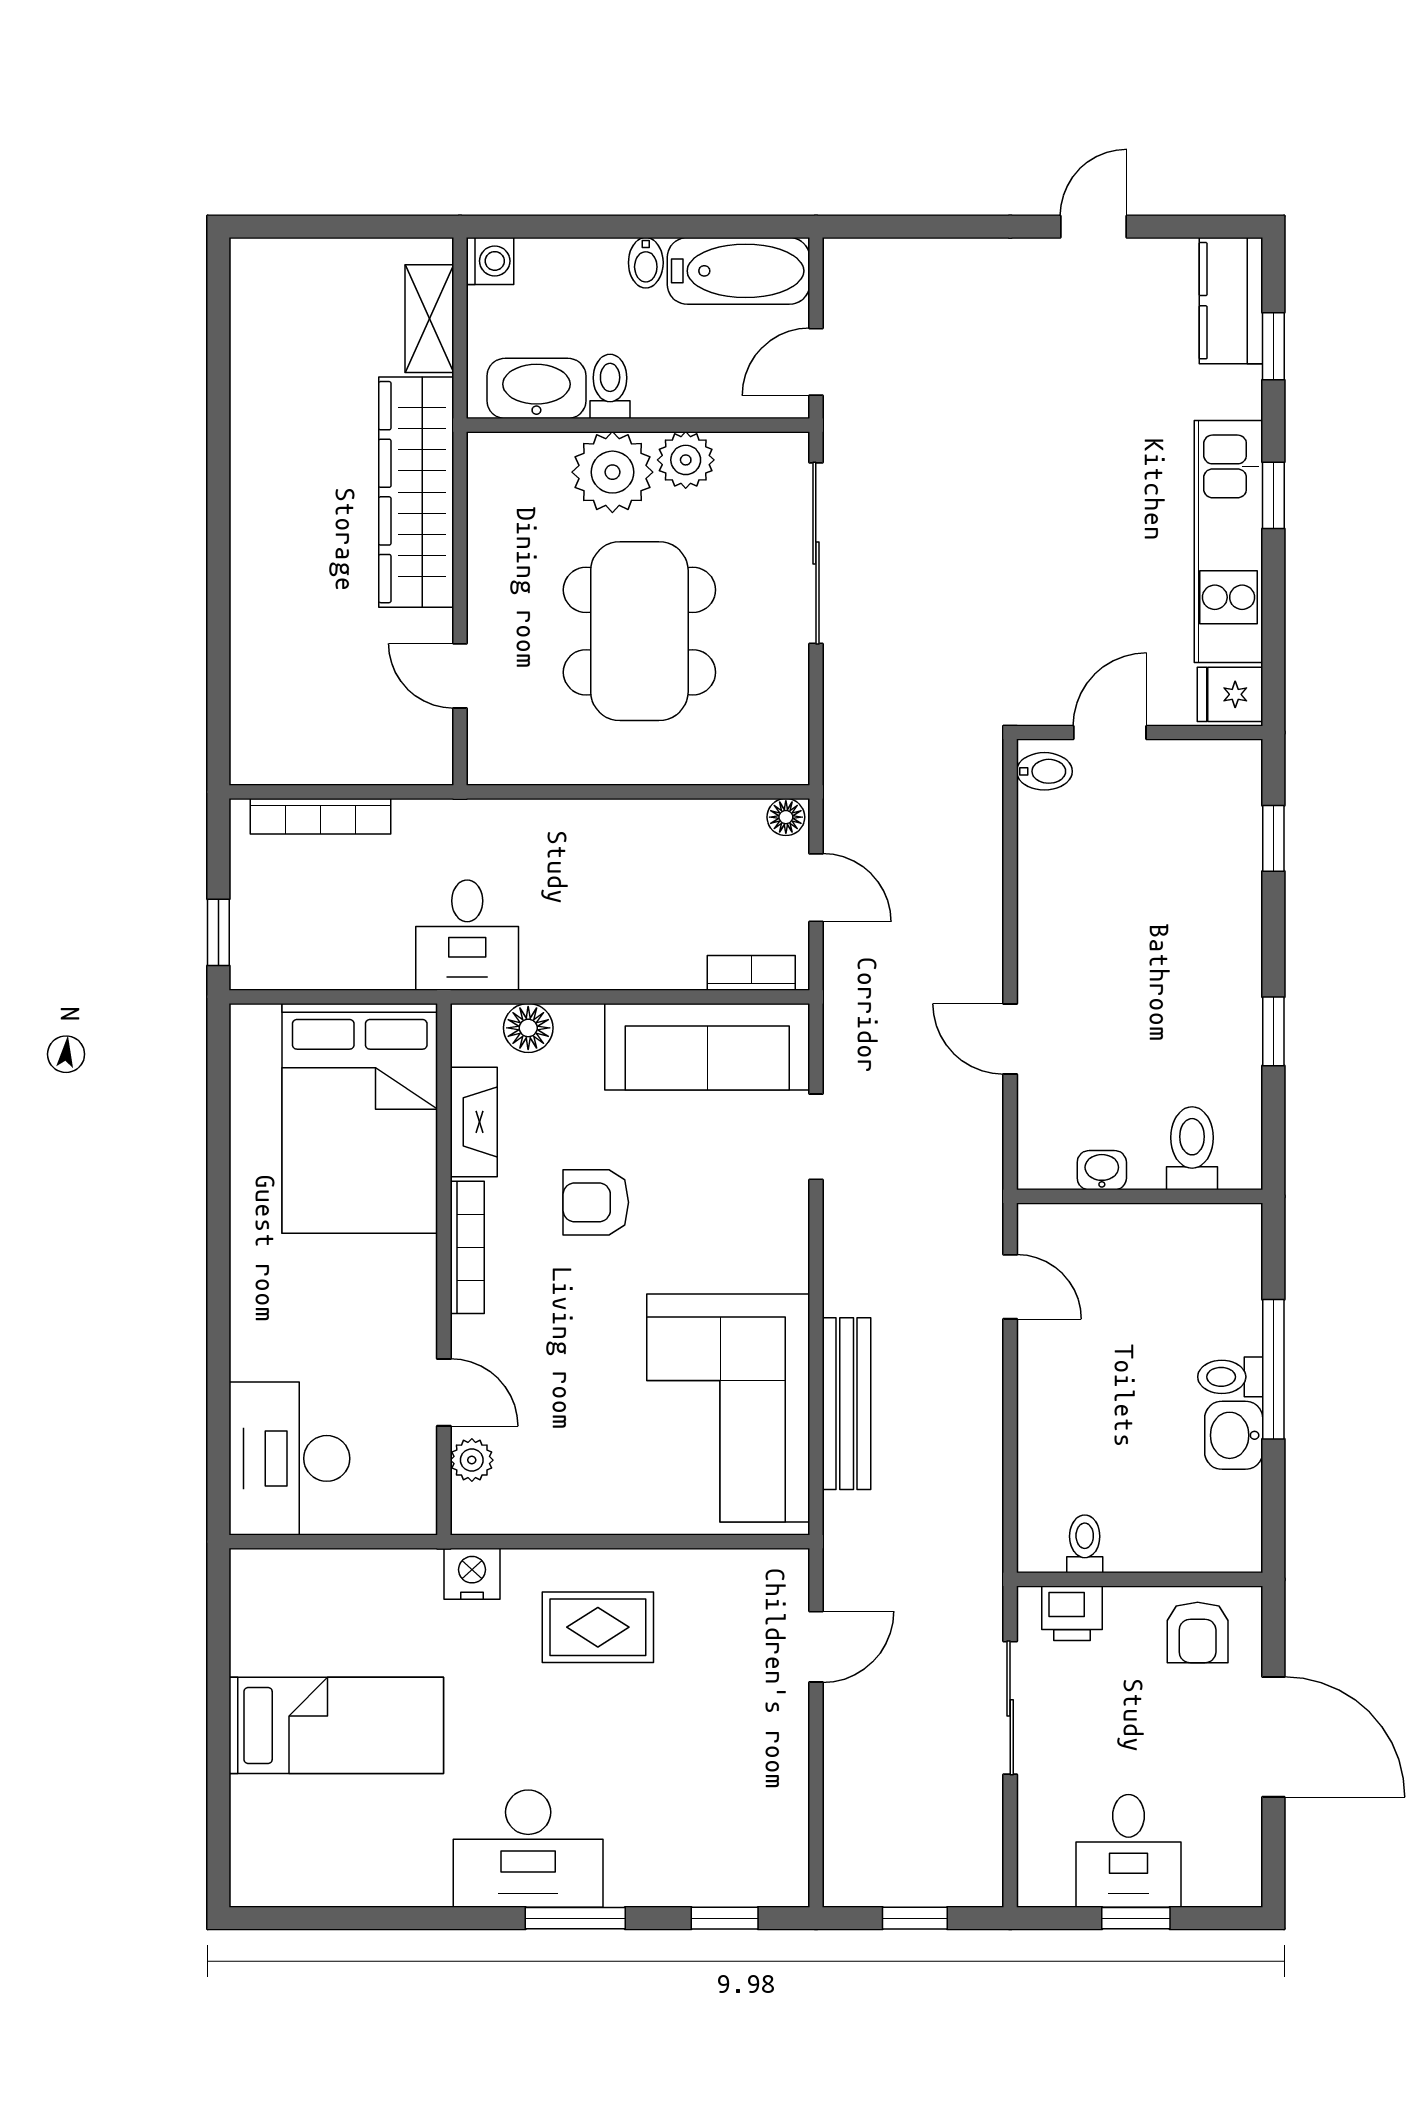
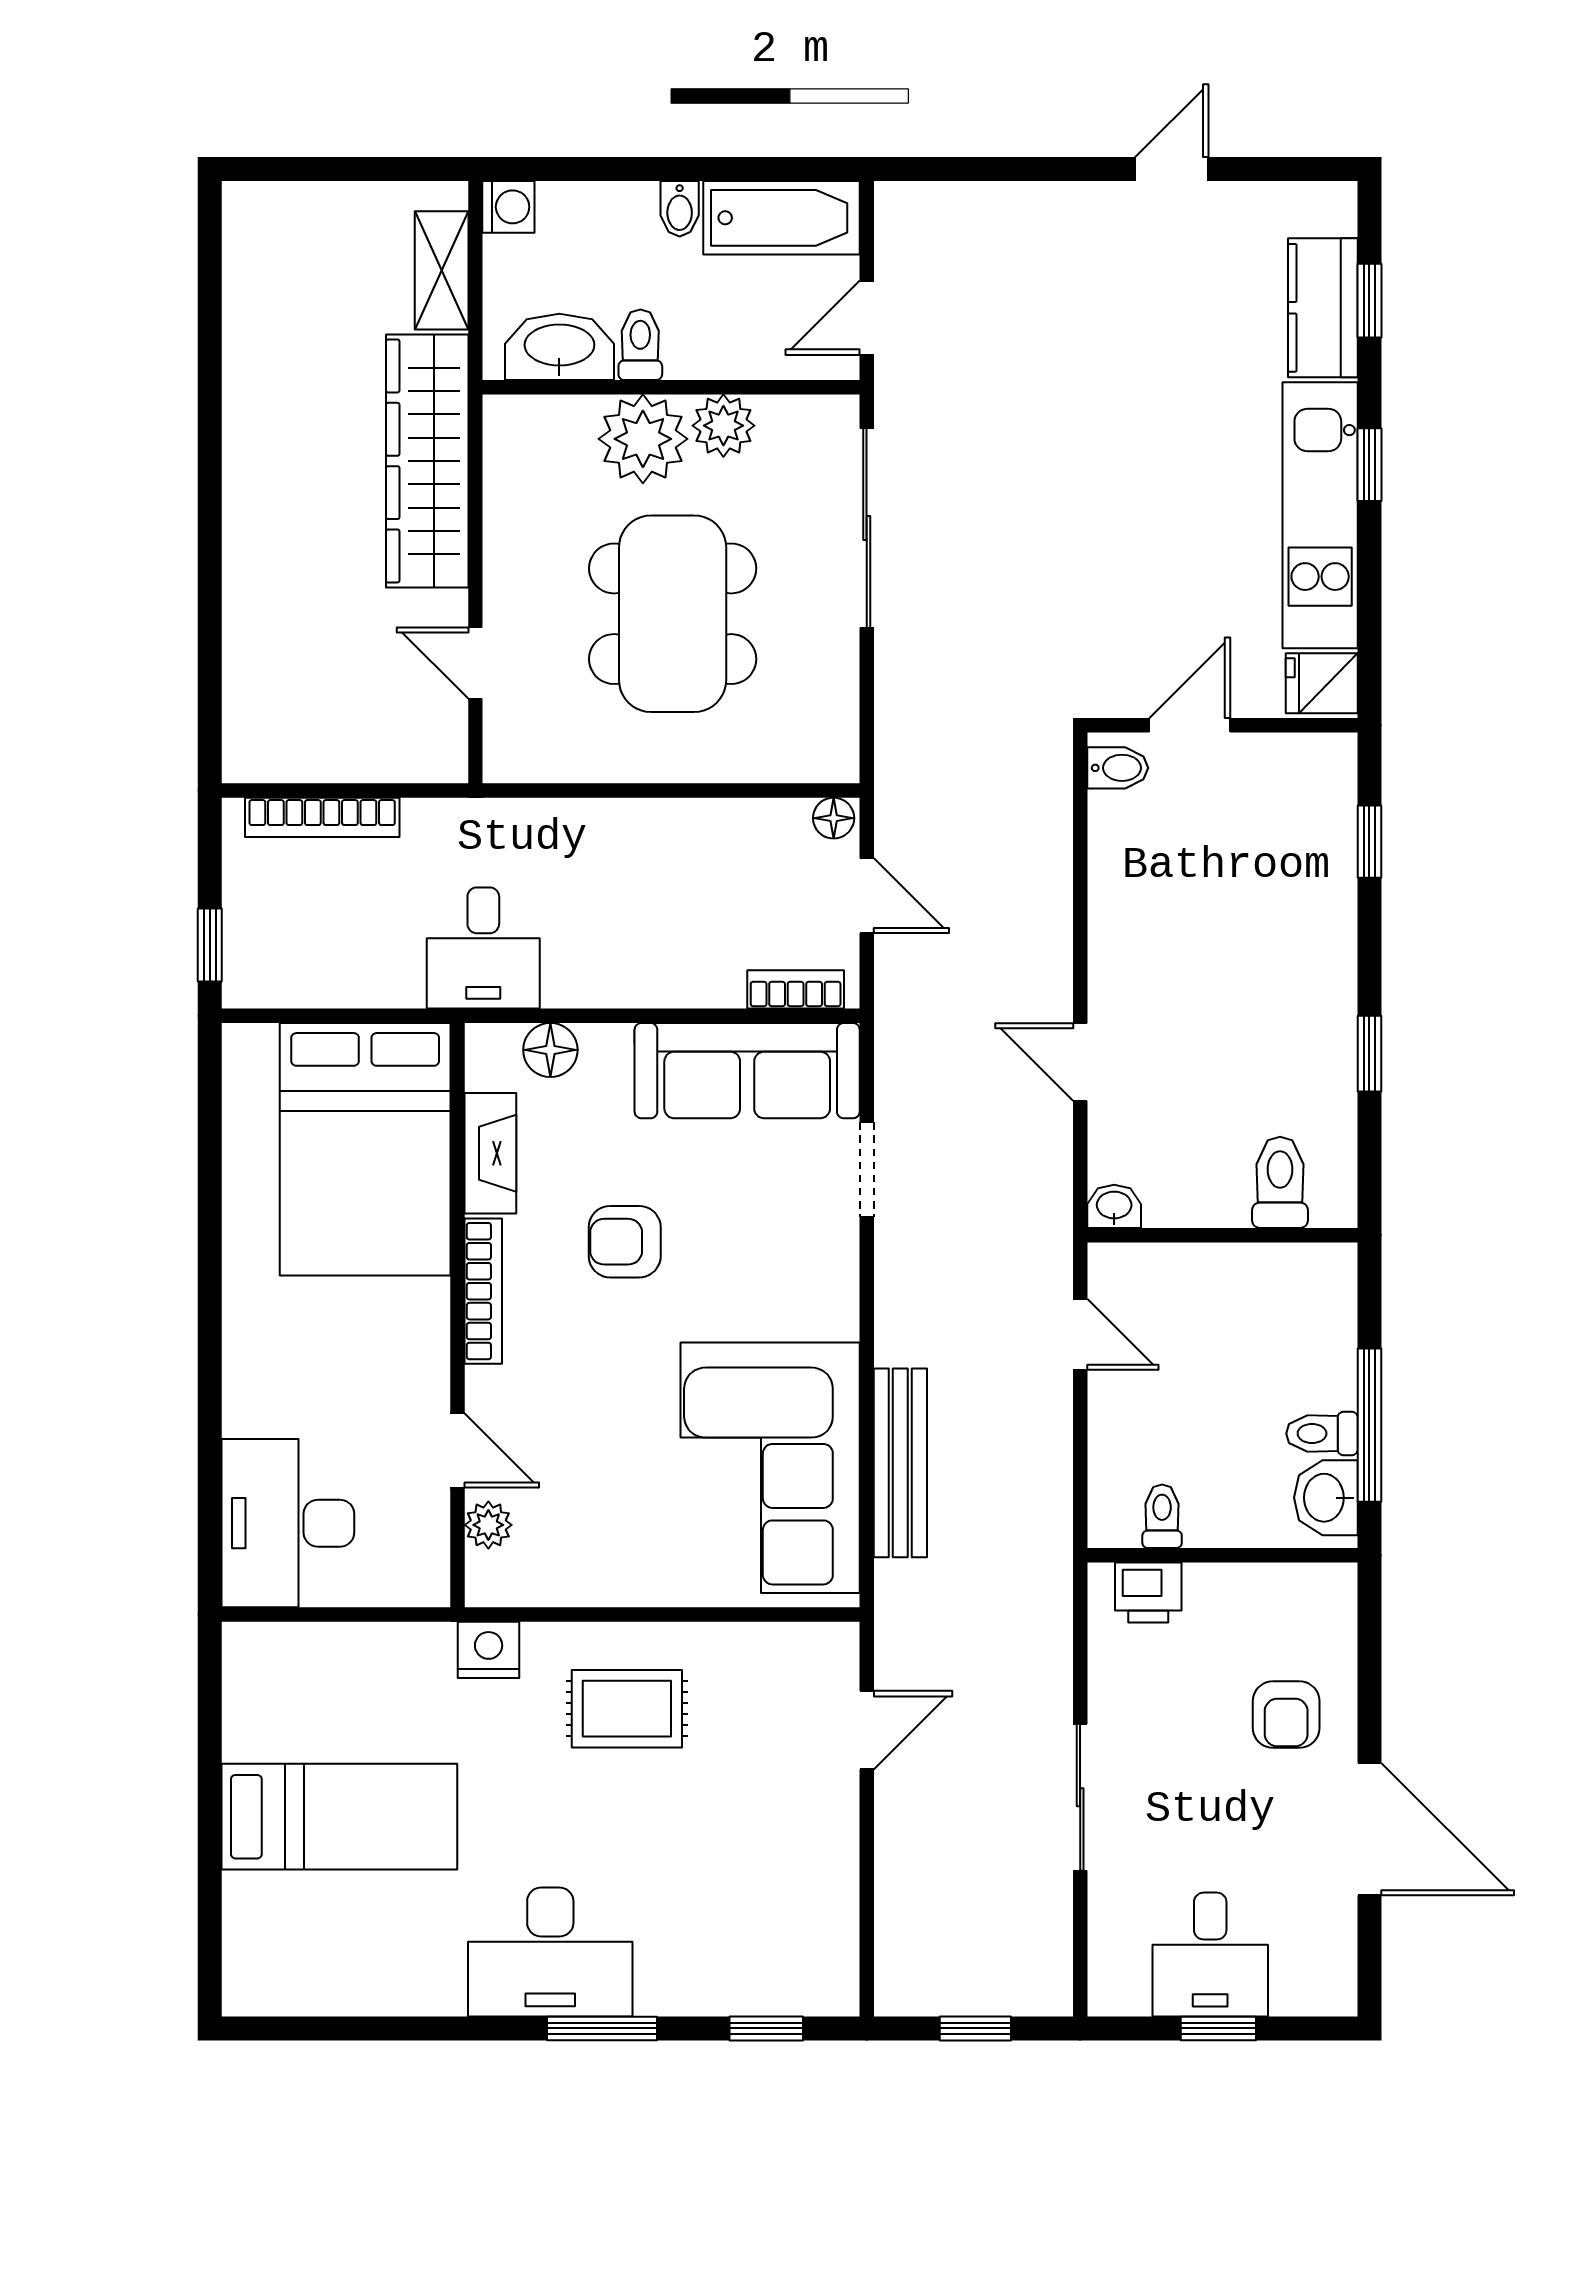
kitchen counter: (1231, 301) -> (1323, 308), moved
washbasin: (1102, 1170) -> (1114, 1206), moved
toilet: (1085, 1544) -> (1162, 1516), moved
wall: (1140, 1579) -> (1222, 1555), moved
printer: (1072, 1613) -> (1148, 1593), moved

